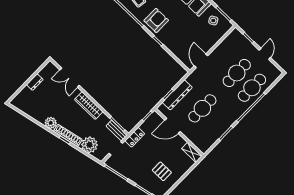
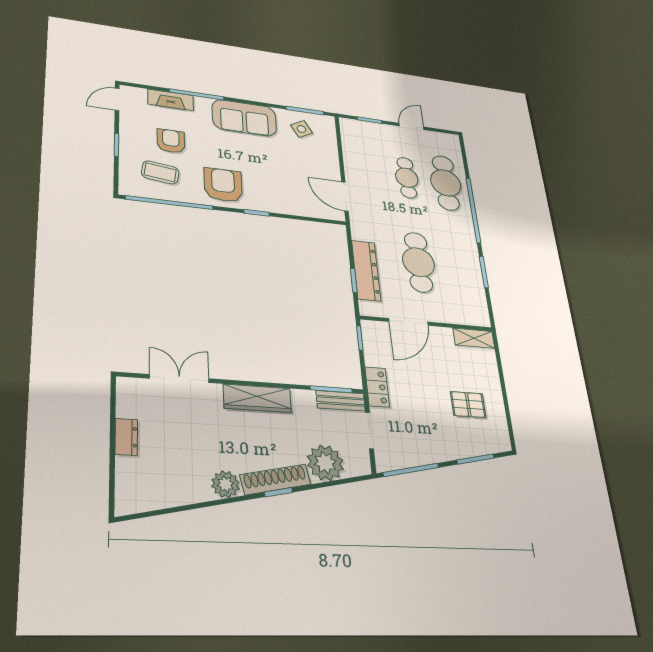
door: (265, 54) -> (412, 126), hinge flipped
cafe table: (237, 73) -> (407, 178), width x0.73, depth x0.74
double door: (70, 78) -> (179, 379), swing flipped

